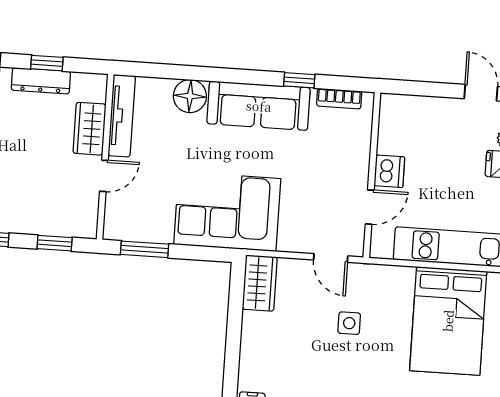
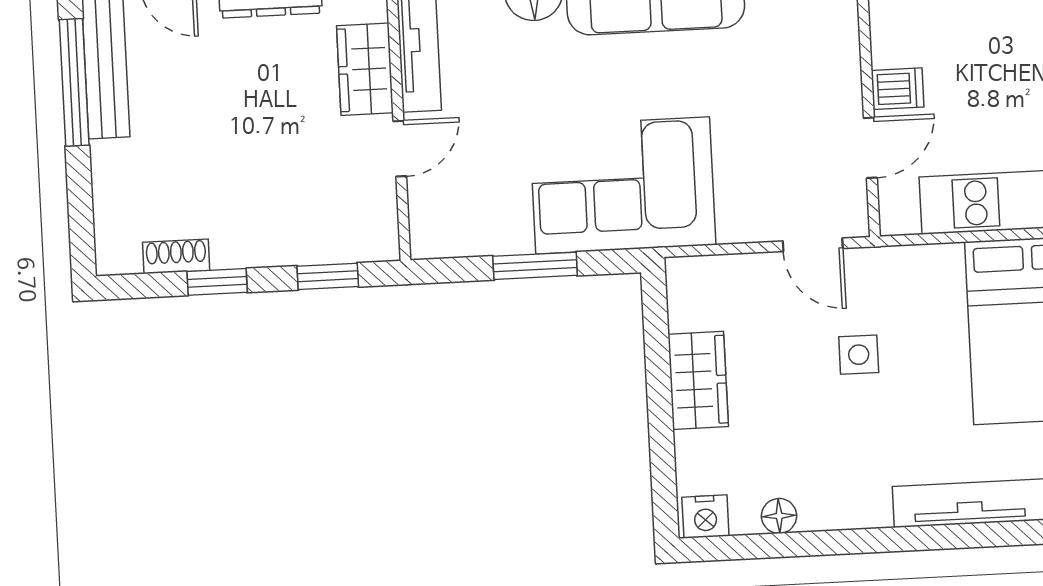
dishwasher: (389, 171) -> (898, 89), width x0.73
window: (145, 249) -> (535, 266), moved
wardrobe: (260, 283) -> (698, 380), moved

